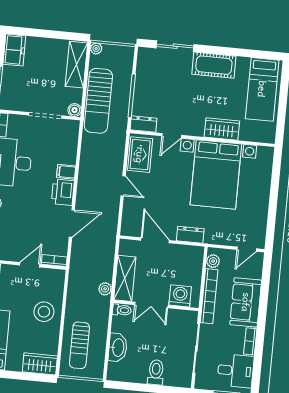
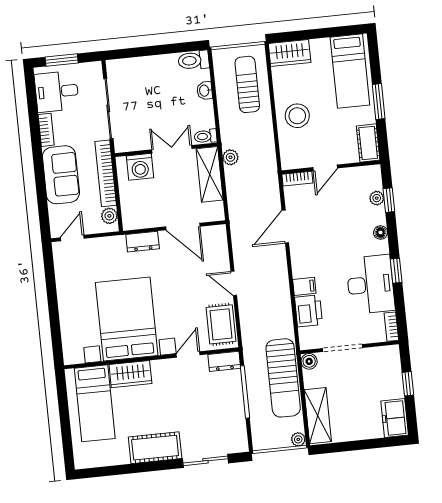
bed: (262, 89) -> (95, 403), moved, turned 180
sun lounger: (98, 101) -> (283, 378), turned 180
printer: (63, 192) -> (309, 311), moved
washbasin: (118, 348) -> (205, 91), width x0.52, depth x0.69
toilet: (156, 372) -> (194, 60), moved, turned 90

